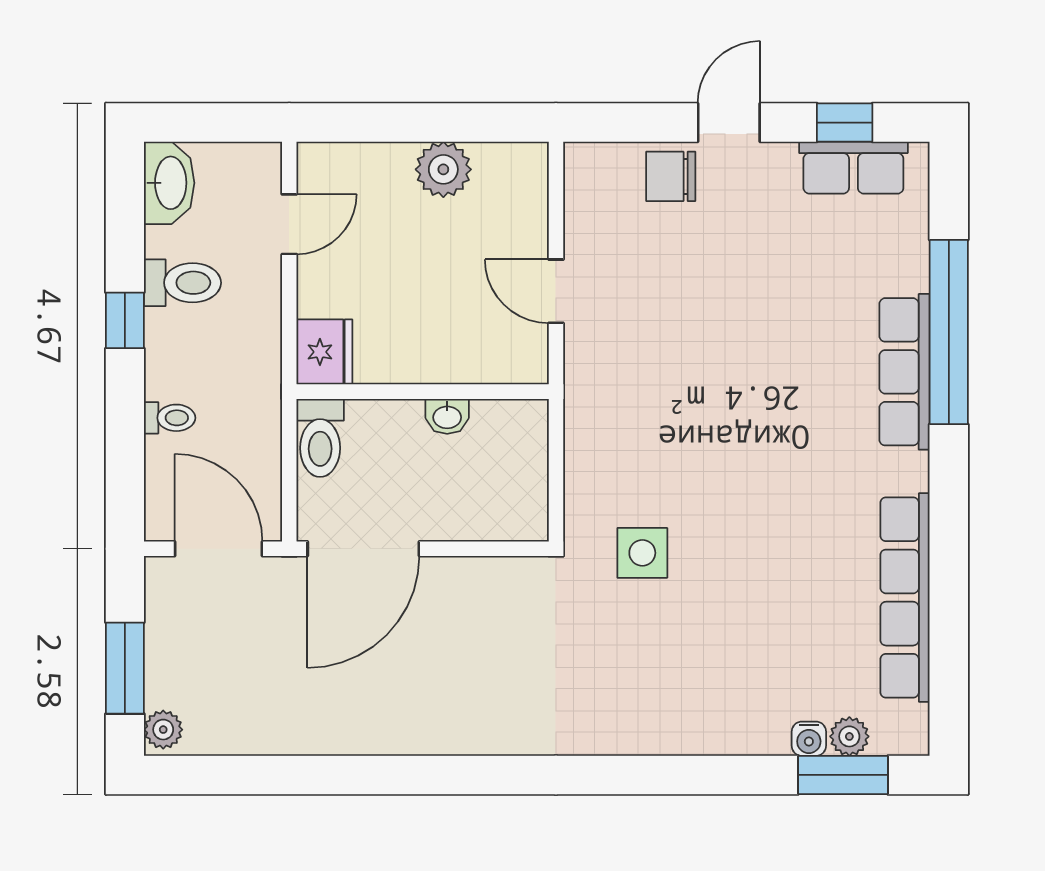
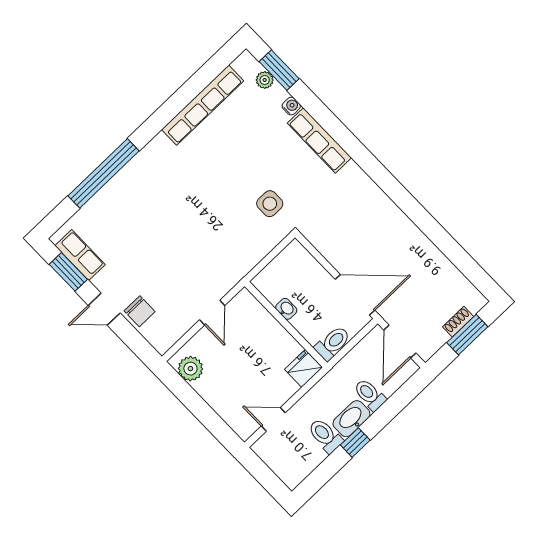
window: (845, 123) -> (68, 272), width x1.50
plant: (443, 169) -> (190, 369), moved
washbasin: (169, 183) -> (351, 419), moved
row of seats: (905, 372) -> (319, 140), moved, turned 90
toilet: (170, 418) -> (370, 395), width x1.37, depth x1.39
shoe rack: (160, 673) -> (458, 322), added
plant: (163, 730) -> (475, 303), removed
water cooler: (809, 739) -> (291, 106), moved

